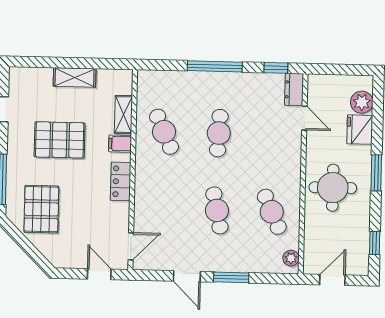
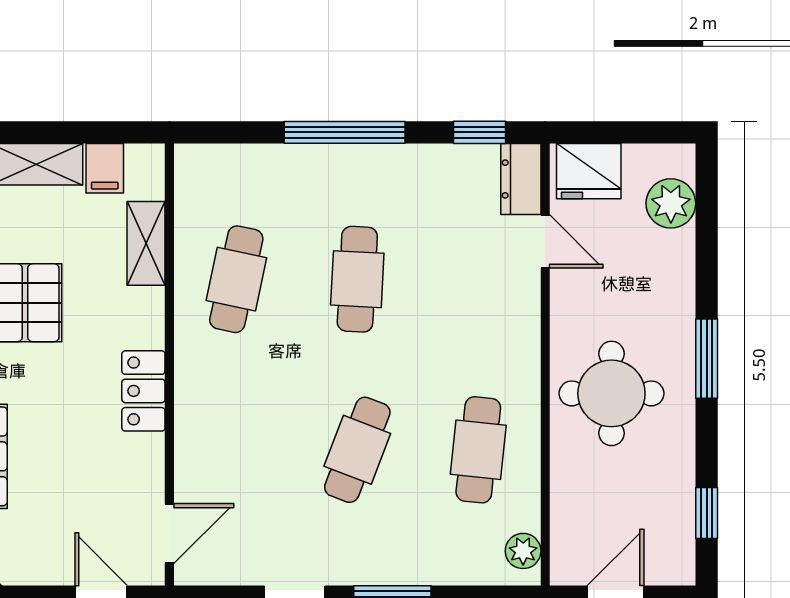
fridge: (360, 130) -> (589, 171), moved, turned -90
cafe table: (164, 132) -> (236, 279), turned 36
filing cabinet: (120, 144) -> (105, 168), moved, turned -90
cafe table: (217, 210) -> (357, 450), turned 33
cafe table: (272, 212) -> (478, 450), turned 30

